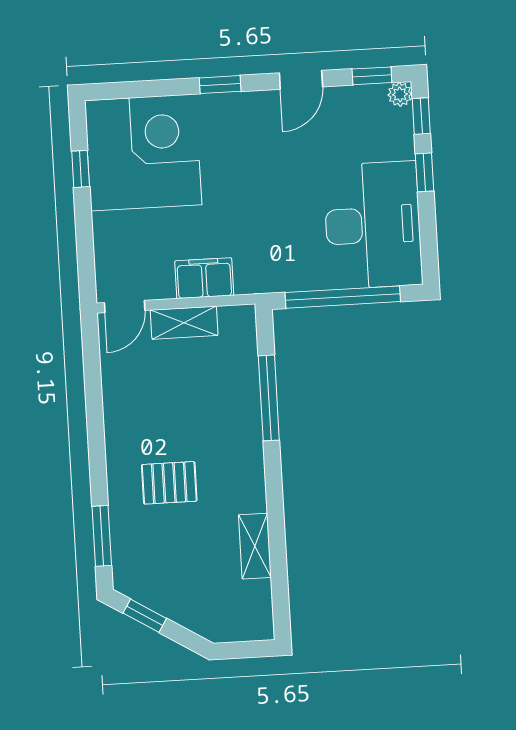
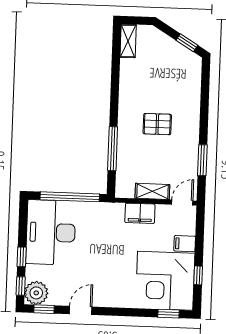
window: (220, 85) -> (168, 314), moved
plant: (400, 94) -> (36, 293), width x1.88, depth x1.88
filing cabinet: (112, 228) -> (185, 244), added
pallet: (169, 483) -> (157, 124), moved
window: (102, 536) -> (202, 160), moved
shelving: (255, 546) -> (128, 41), moved

